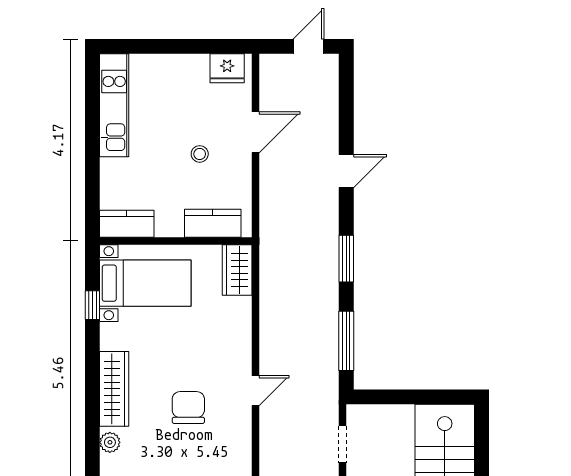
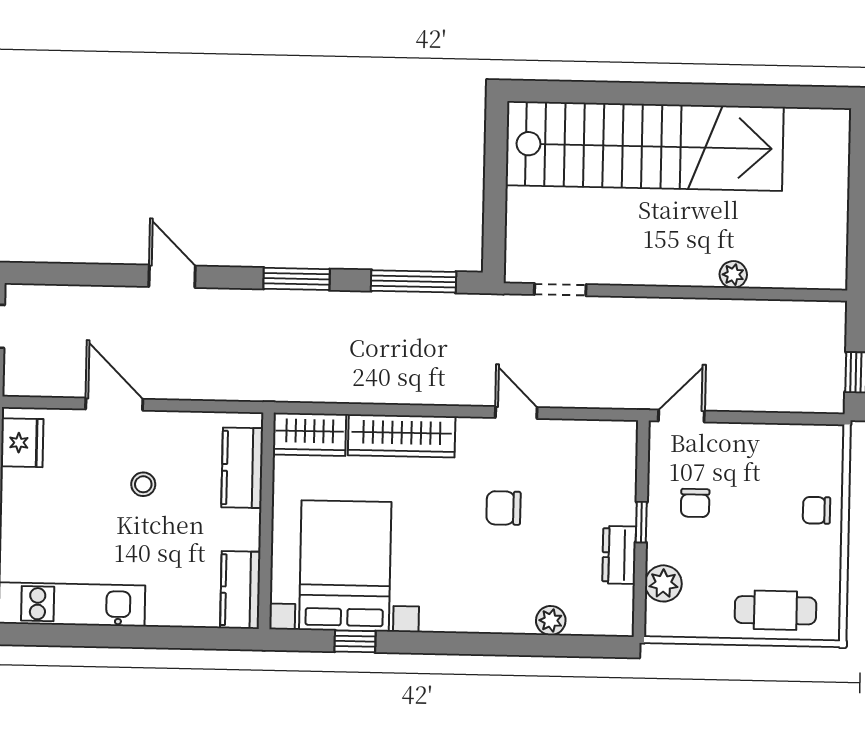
bed with nightstands: (145, 283) -> (345, 566), width x1.36
wardrobe: (114, 389) -> (402, 436), moved, turned 180
door: (256, 391) -> (516, 413), moved
chair: (188, 407) -> (504, 508), width x0.73, depth x0.73

